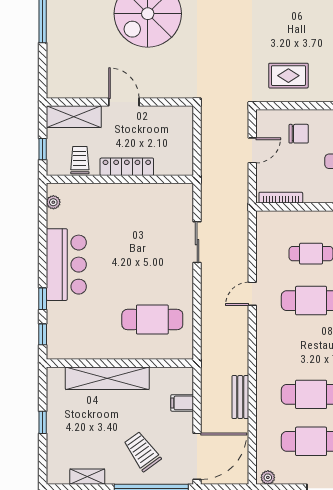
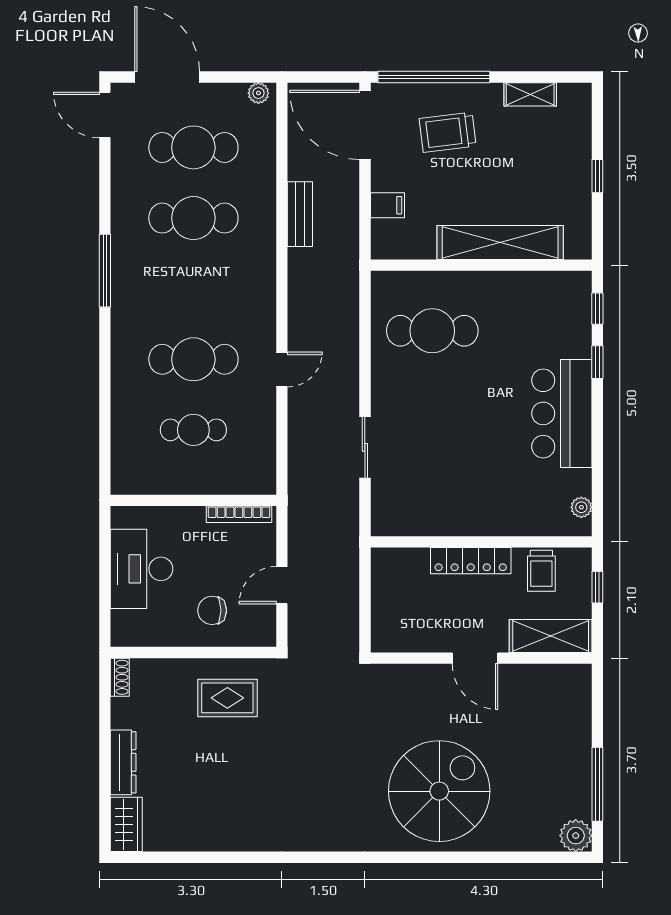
trolley: (142, 451) -> (448, 132), turned 119
door: (197, 456) -> (365, 125), hinge flipped

